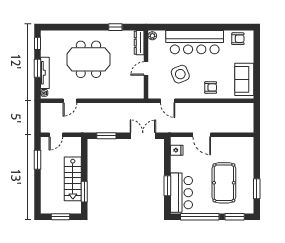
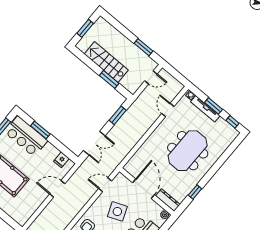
door: (146, 69) -> (144, 189), width x1.88
door: (56, 135) -> (151, 77), swing flipped
window: (84, 192) -> (109, 79), moved

